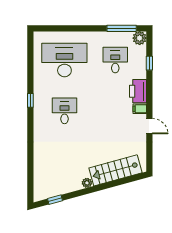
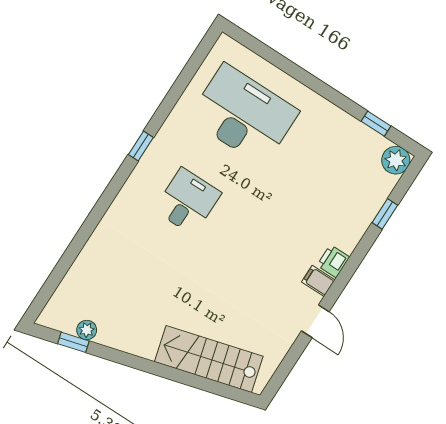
window: (122, 28) -> (376, 124), width x0.46
desk: (115, 60) -> (330, 171), removed
printer: (138, 91) -> (333, 261), width x0.53, depth x0.68
plant: (87, 183) -> (87, 330), moved

